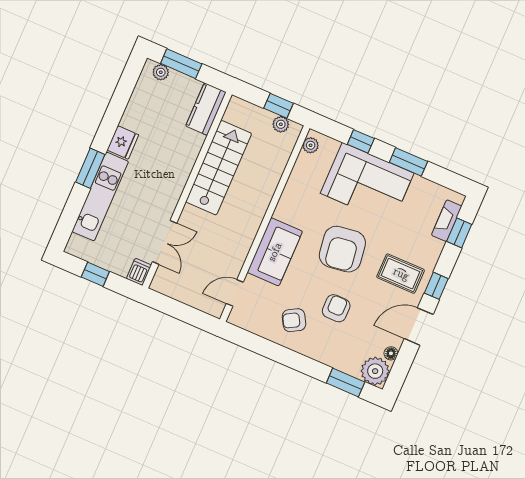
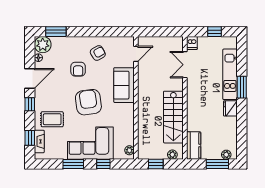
plant: (281, 124) -> (172, 155), moved
rug: (401, 274) -> (52, 119), moved

